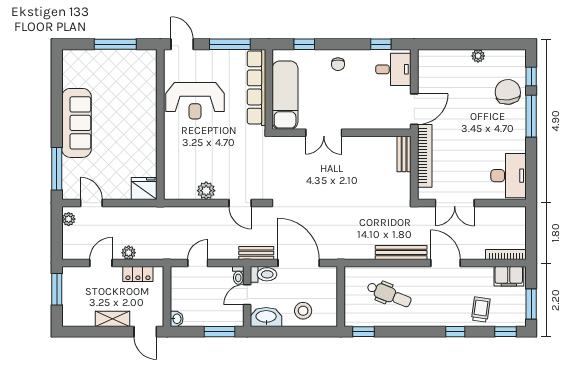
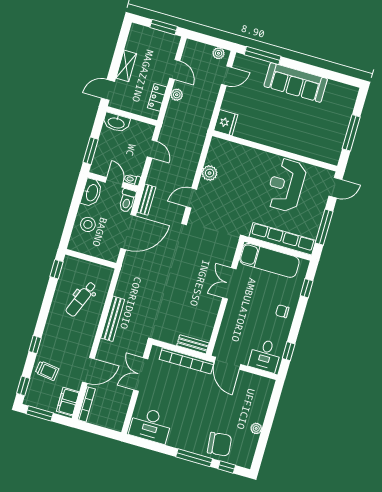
door: (446, 263) -> (88, 370), moved
washbasin: (177, 319) -> (116, 123), width x1.91, depth x1.45

